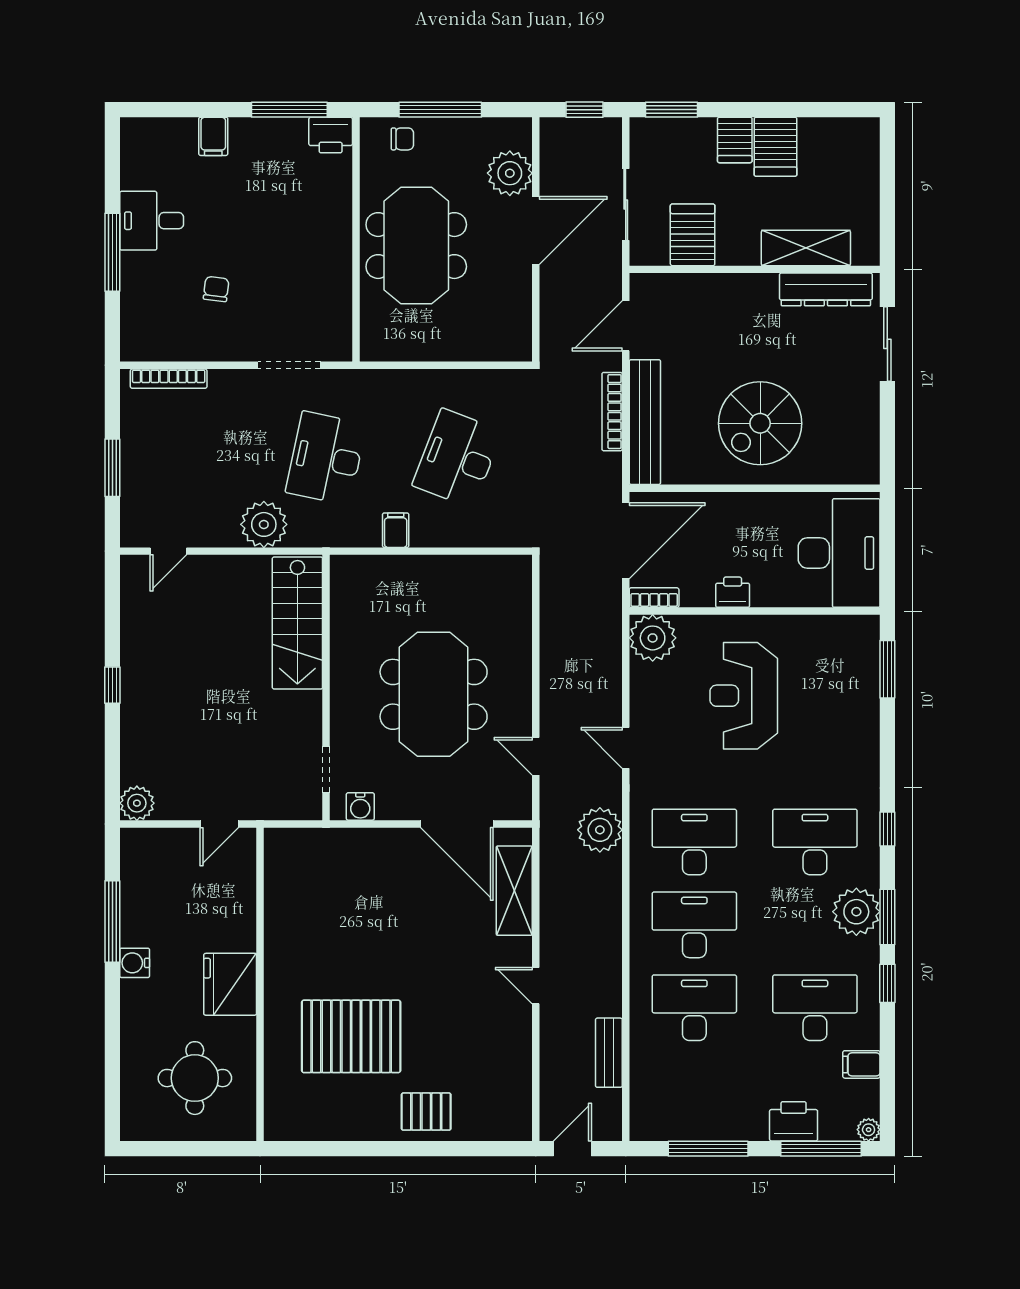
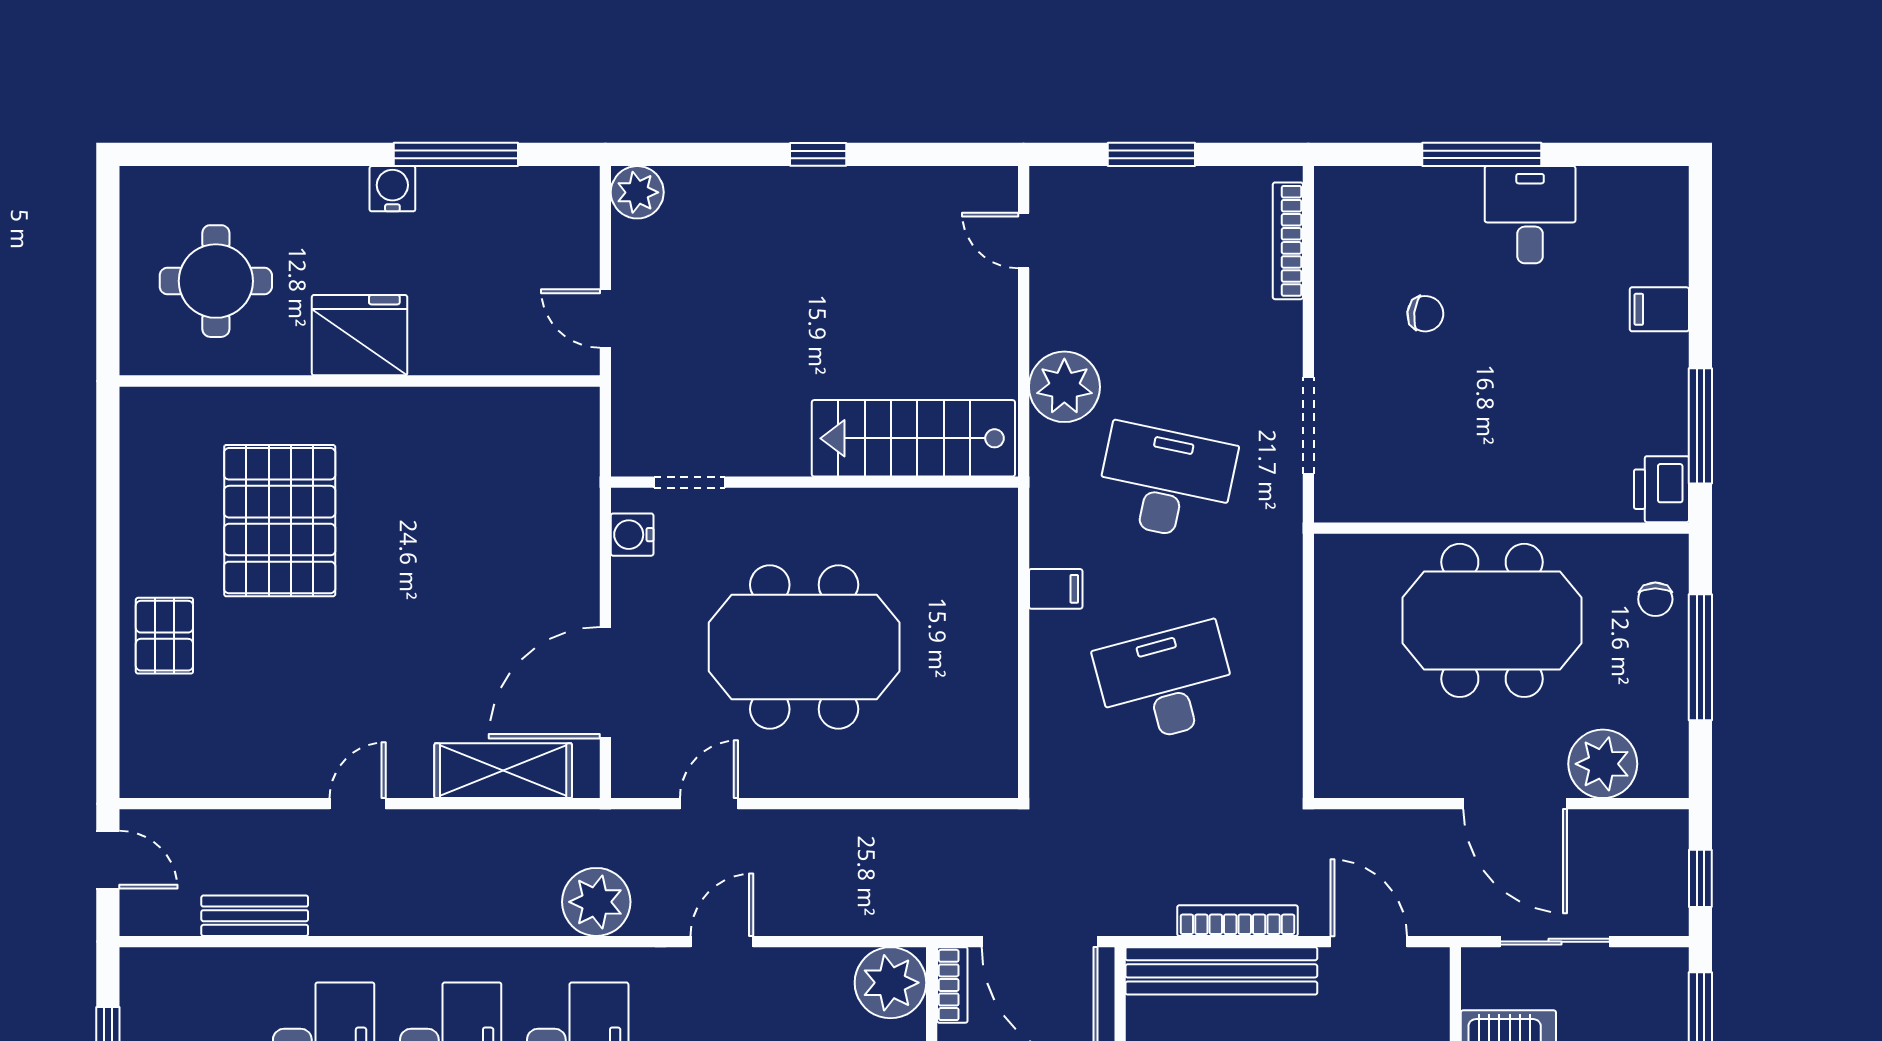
desk: (457, 458) -> (1166, 683), turned -36

